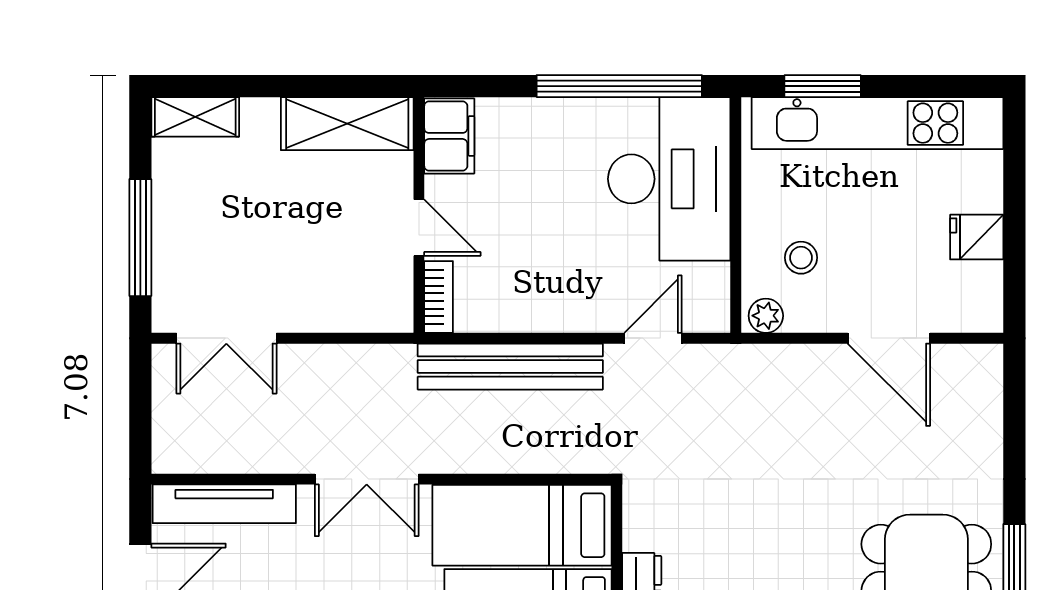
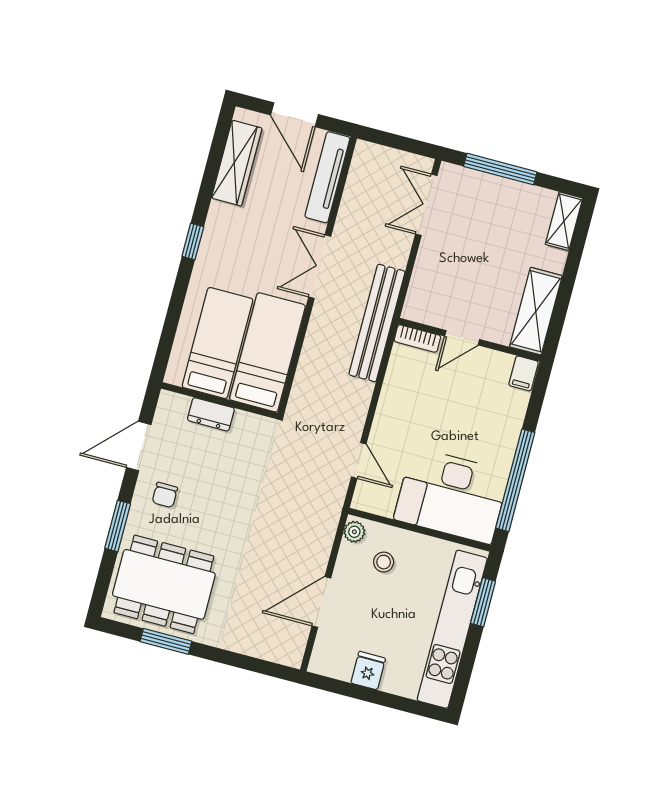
filing cabinet: (449, 136) -> (524, 373), width x0.50
bench: (510, 367) -> (377, 323), moved

